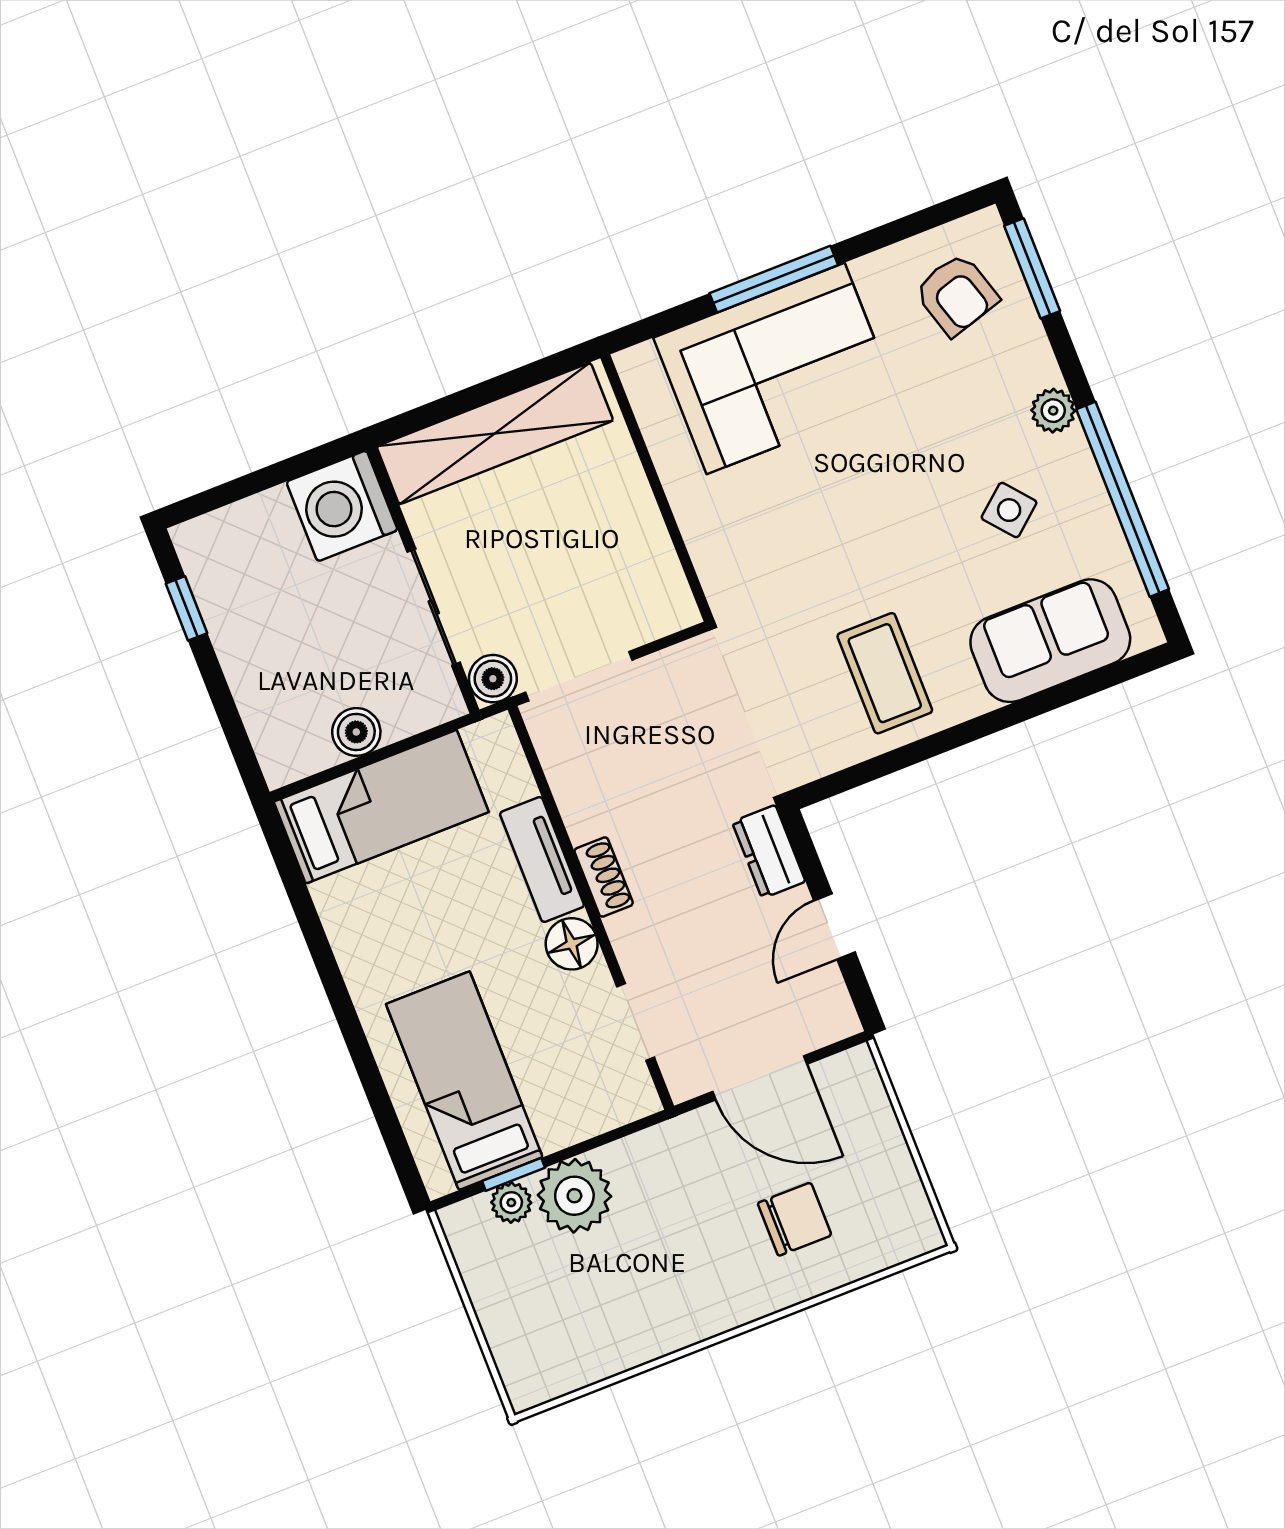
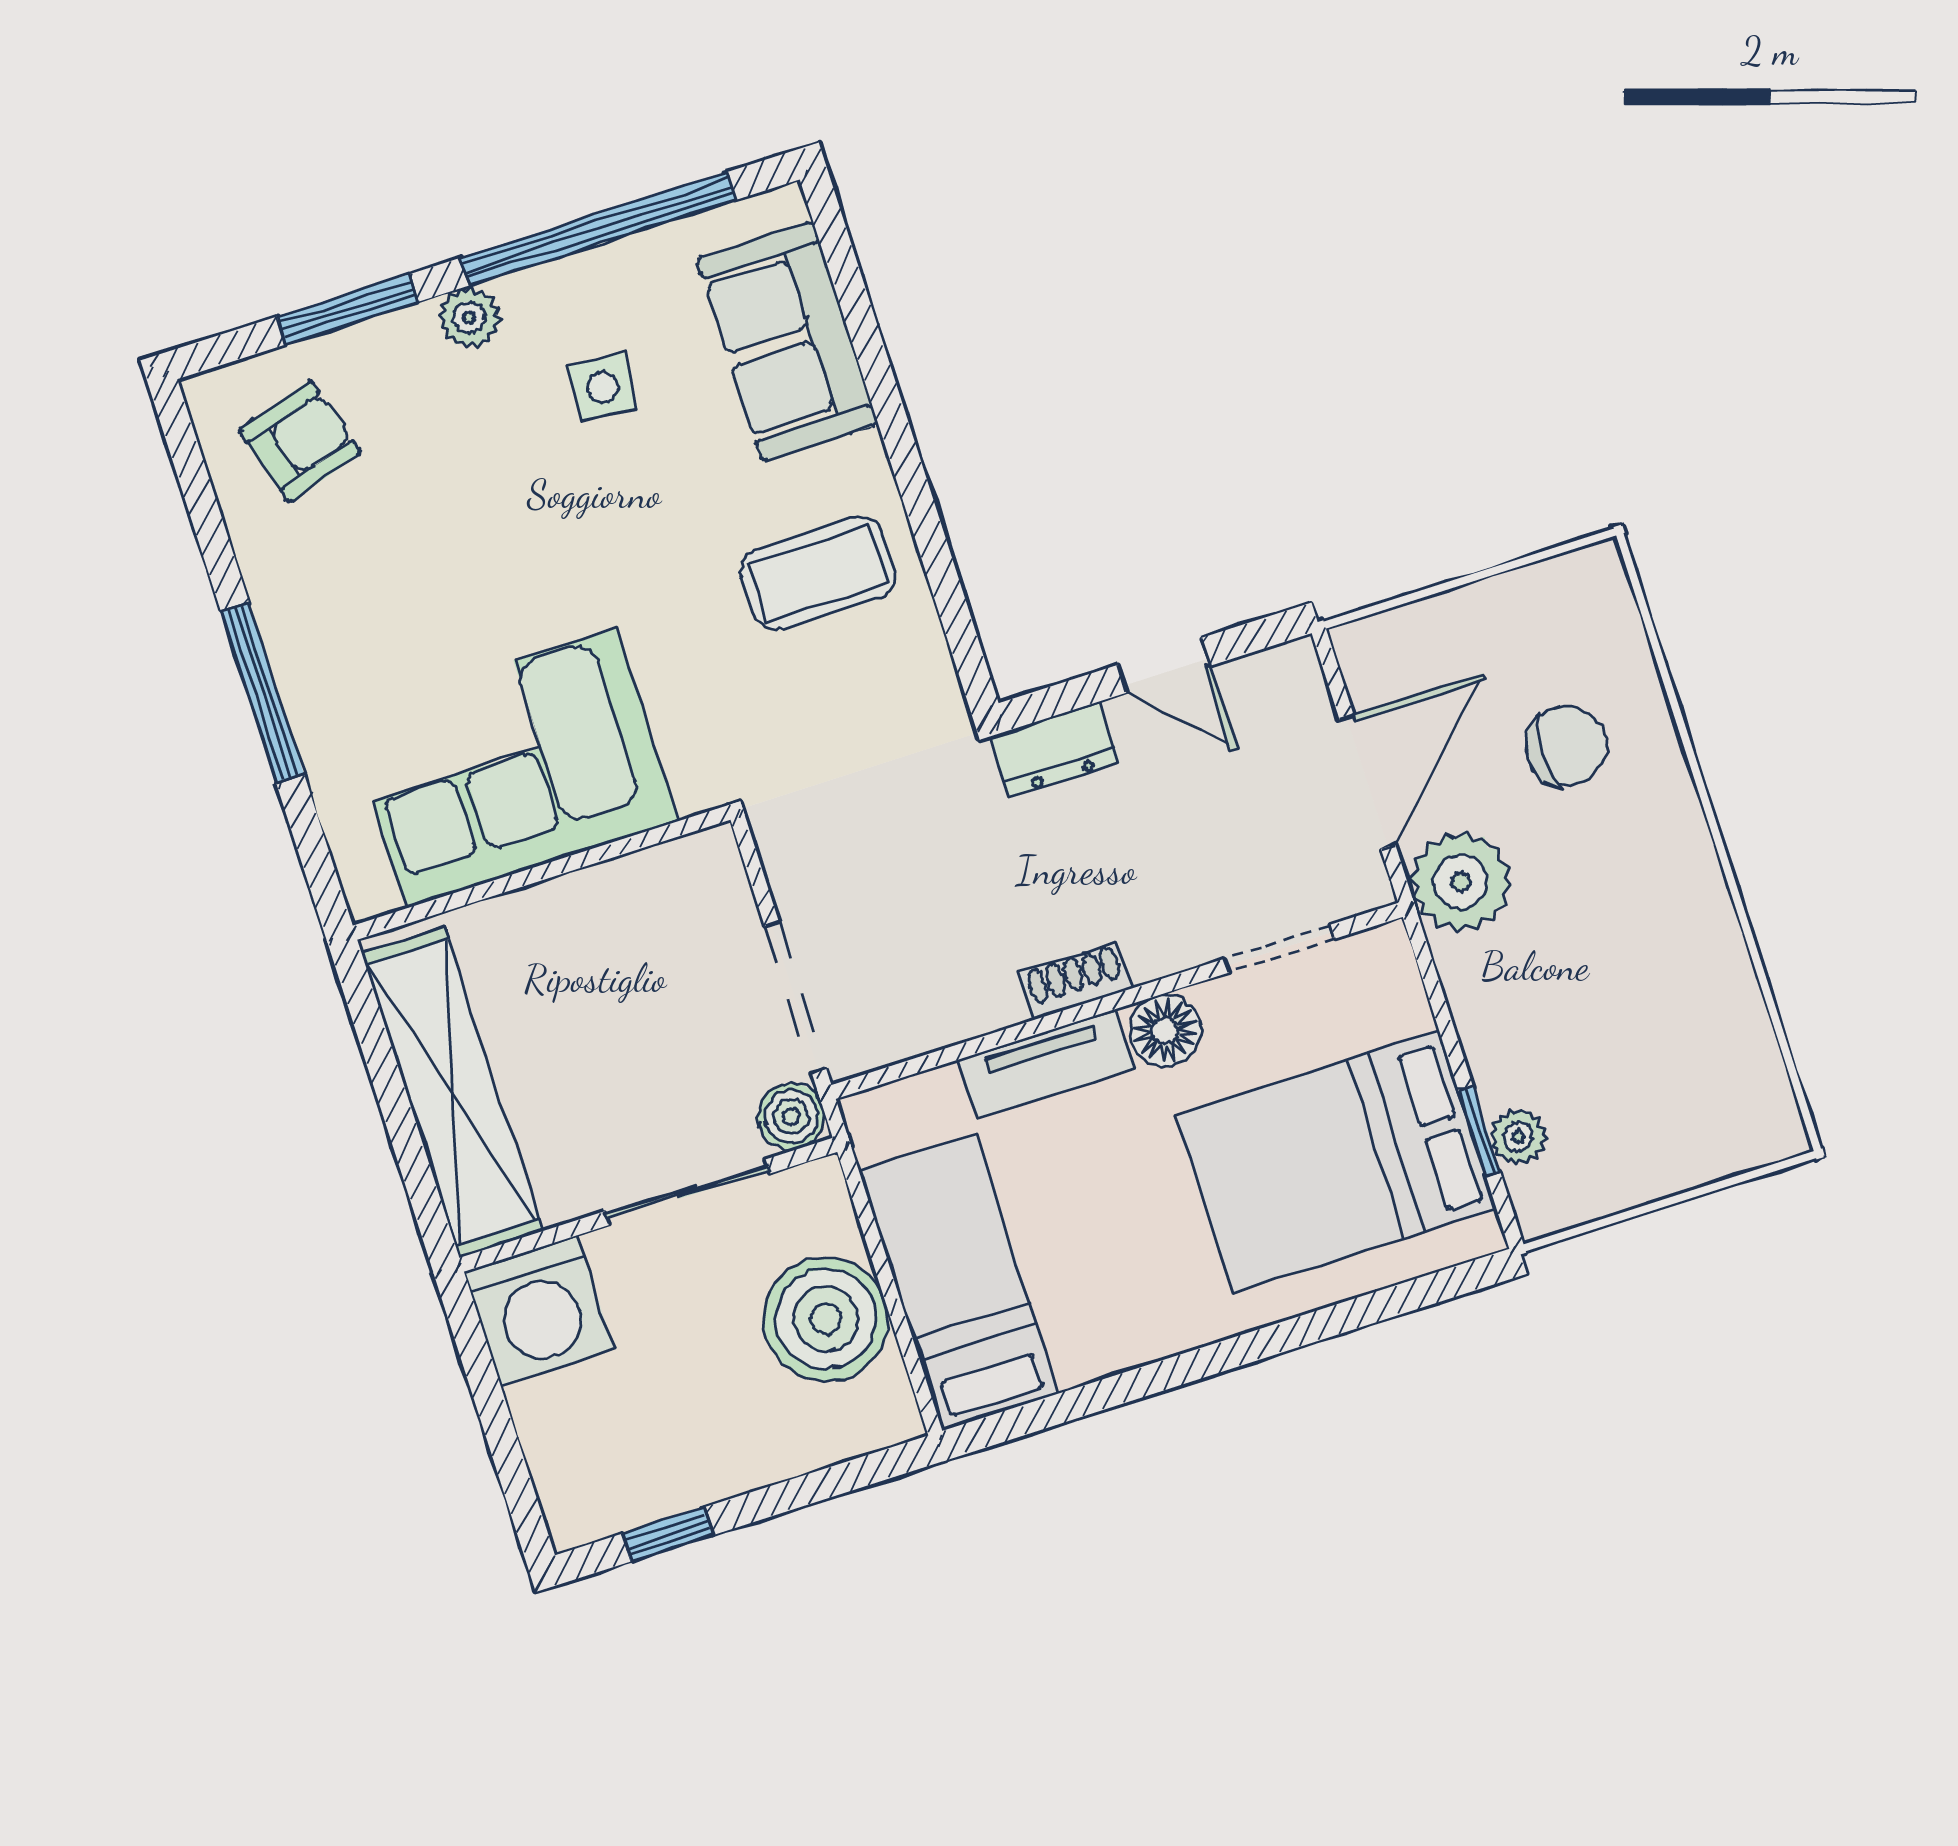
window: (1032, 268) -> (347, 309), moved
corner sofa: (776, 368) -> (512, 768), moved, turned -90
side table: (1009, 510) -> (603, 387), turned 45
boiler: (356, 732) -> (826, 1319), width x1.86, depth x1.86
bed: (464, 1081) -> (1336, 1162), width x1.50
plant: (574, 1196) -> (1461, 882), moved
chair: (795, 1219) -> (1566, 746), turned 90

